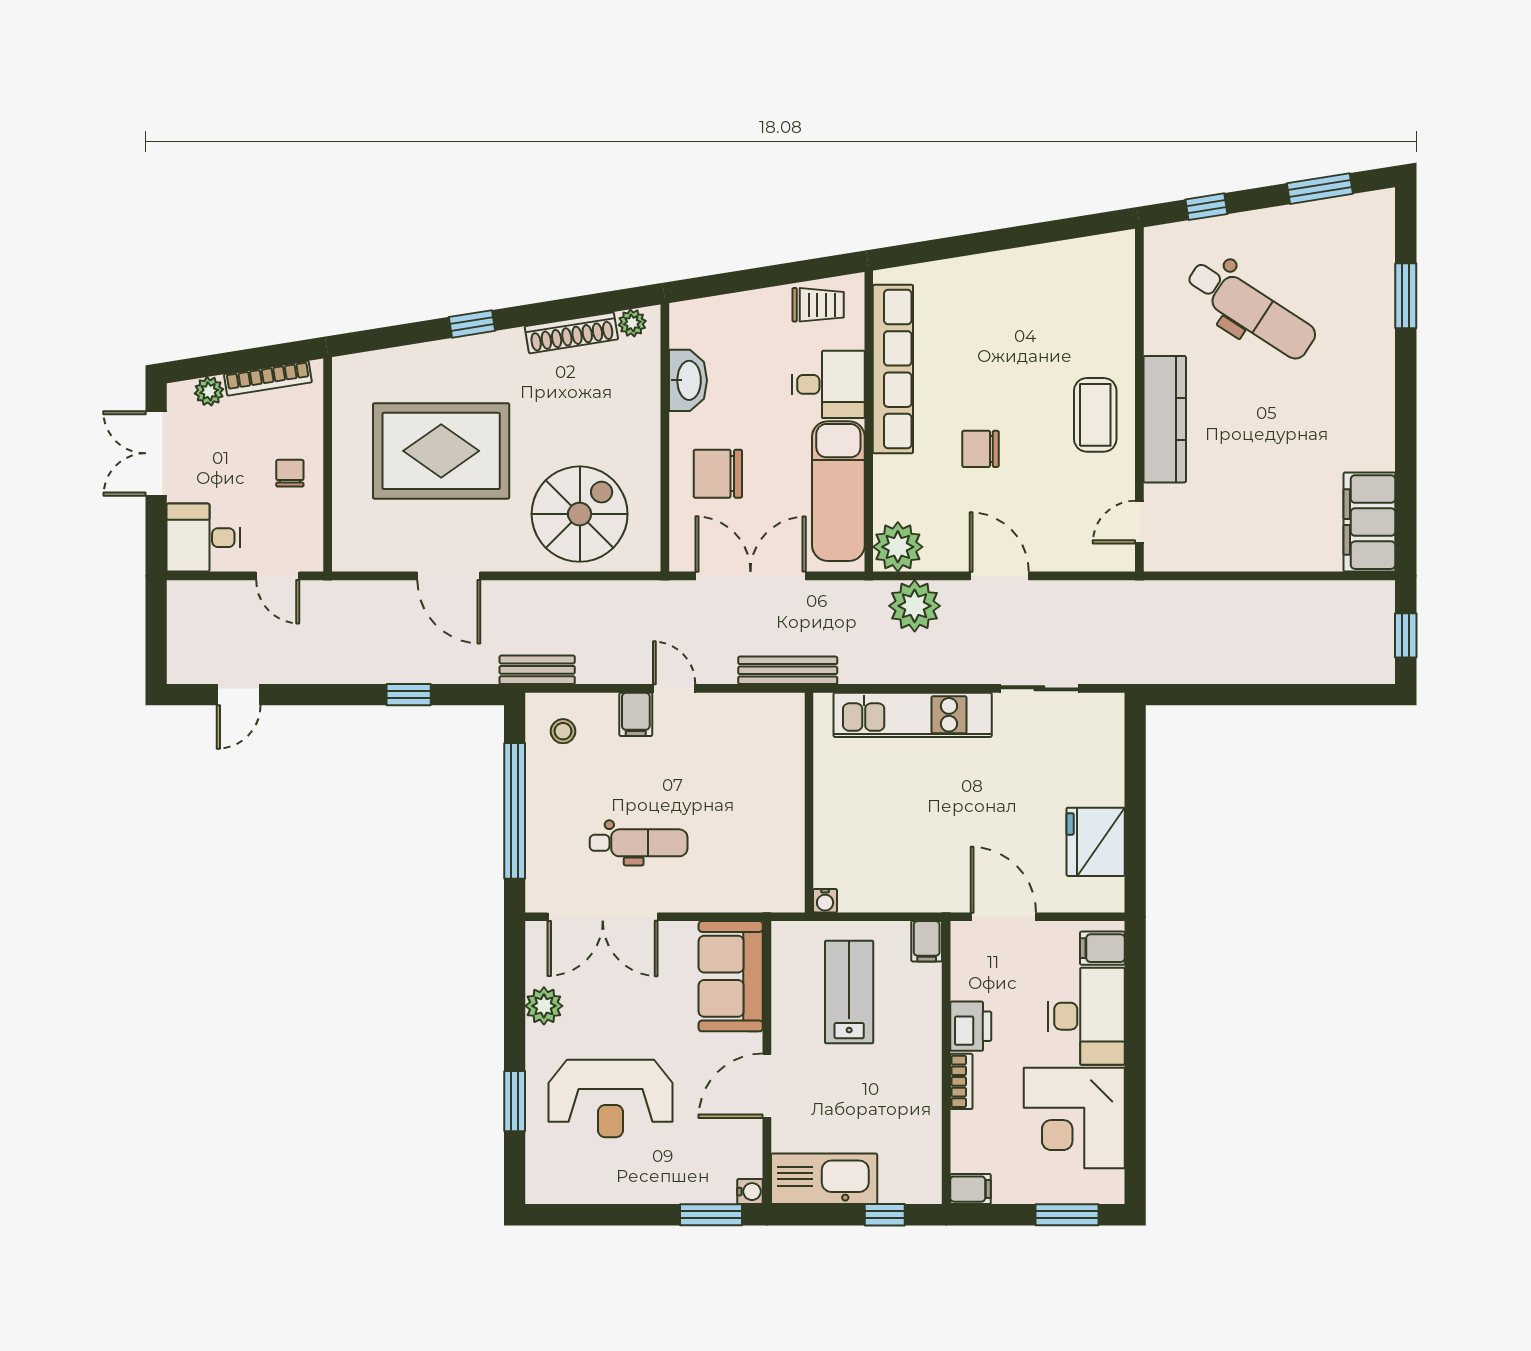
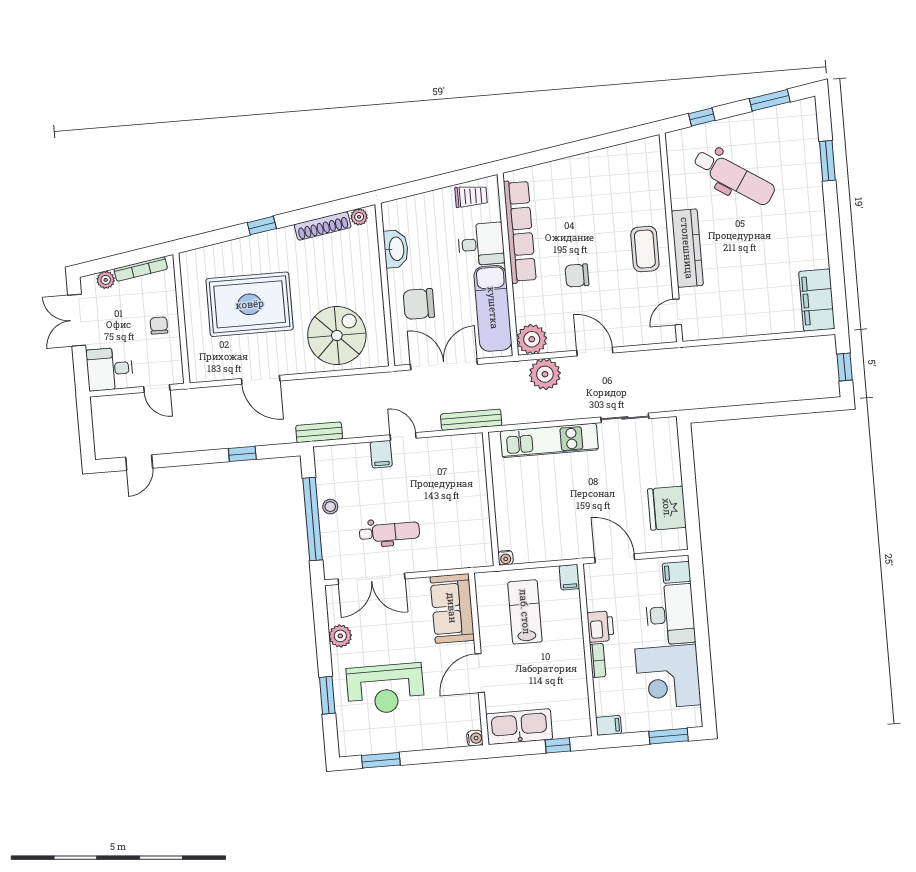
stool: (563, 731) -> (330, 507), moved
window: (711, 1215) -> (381, 760), moved

